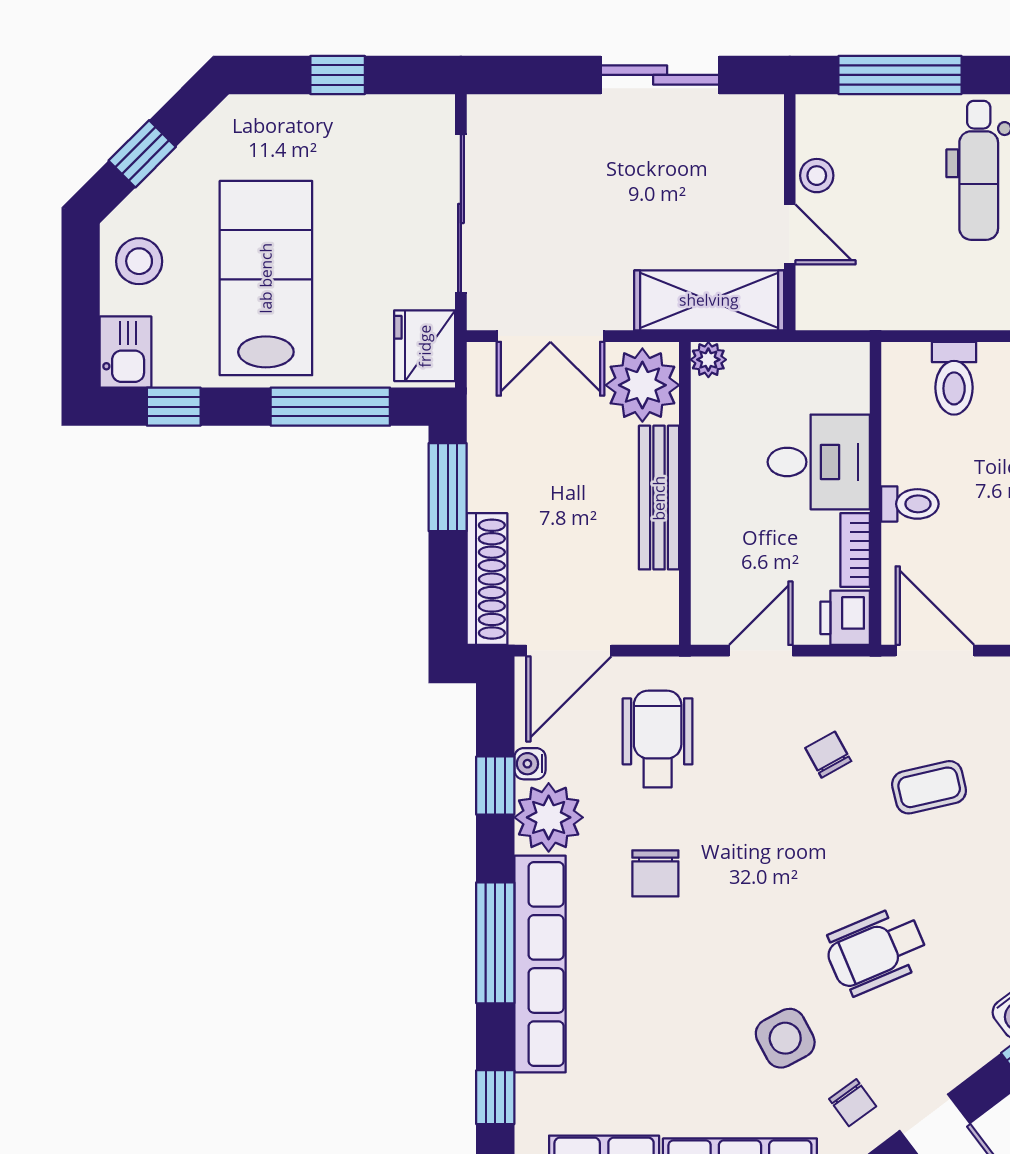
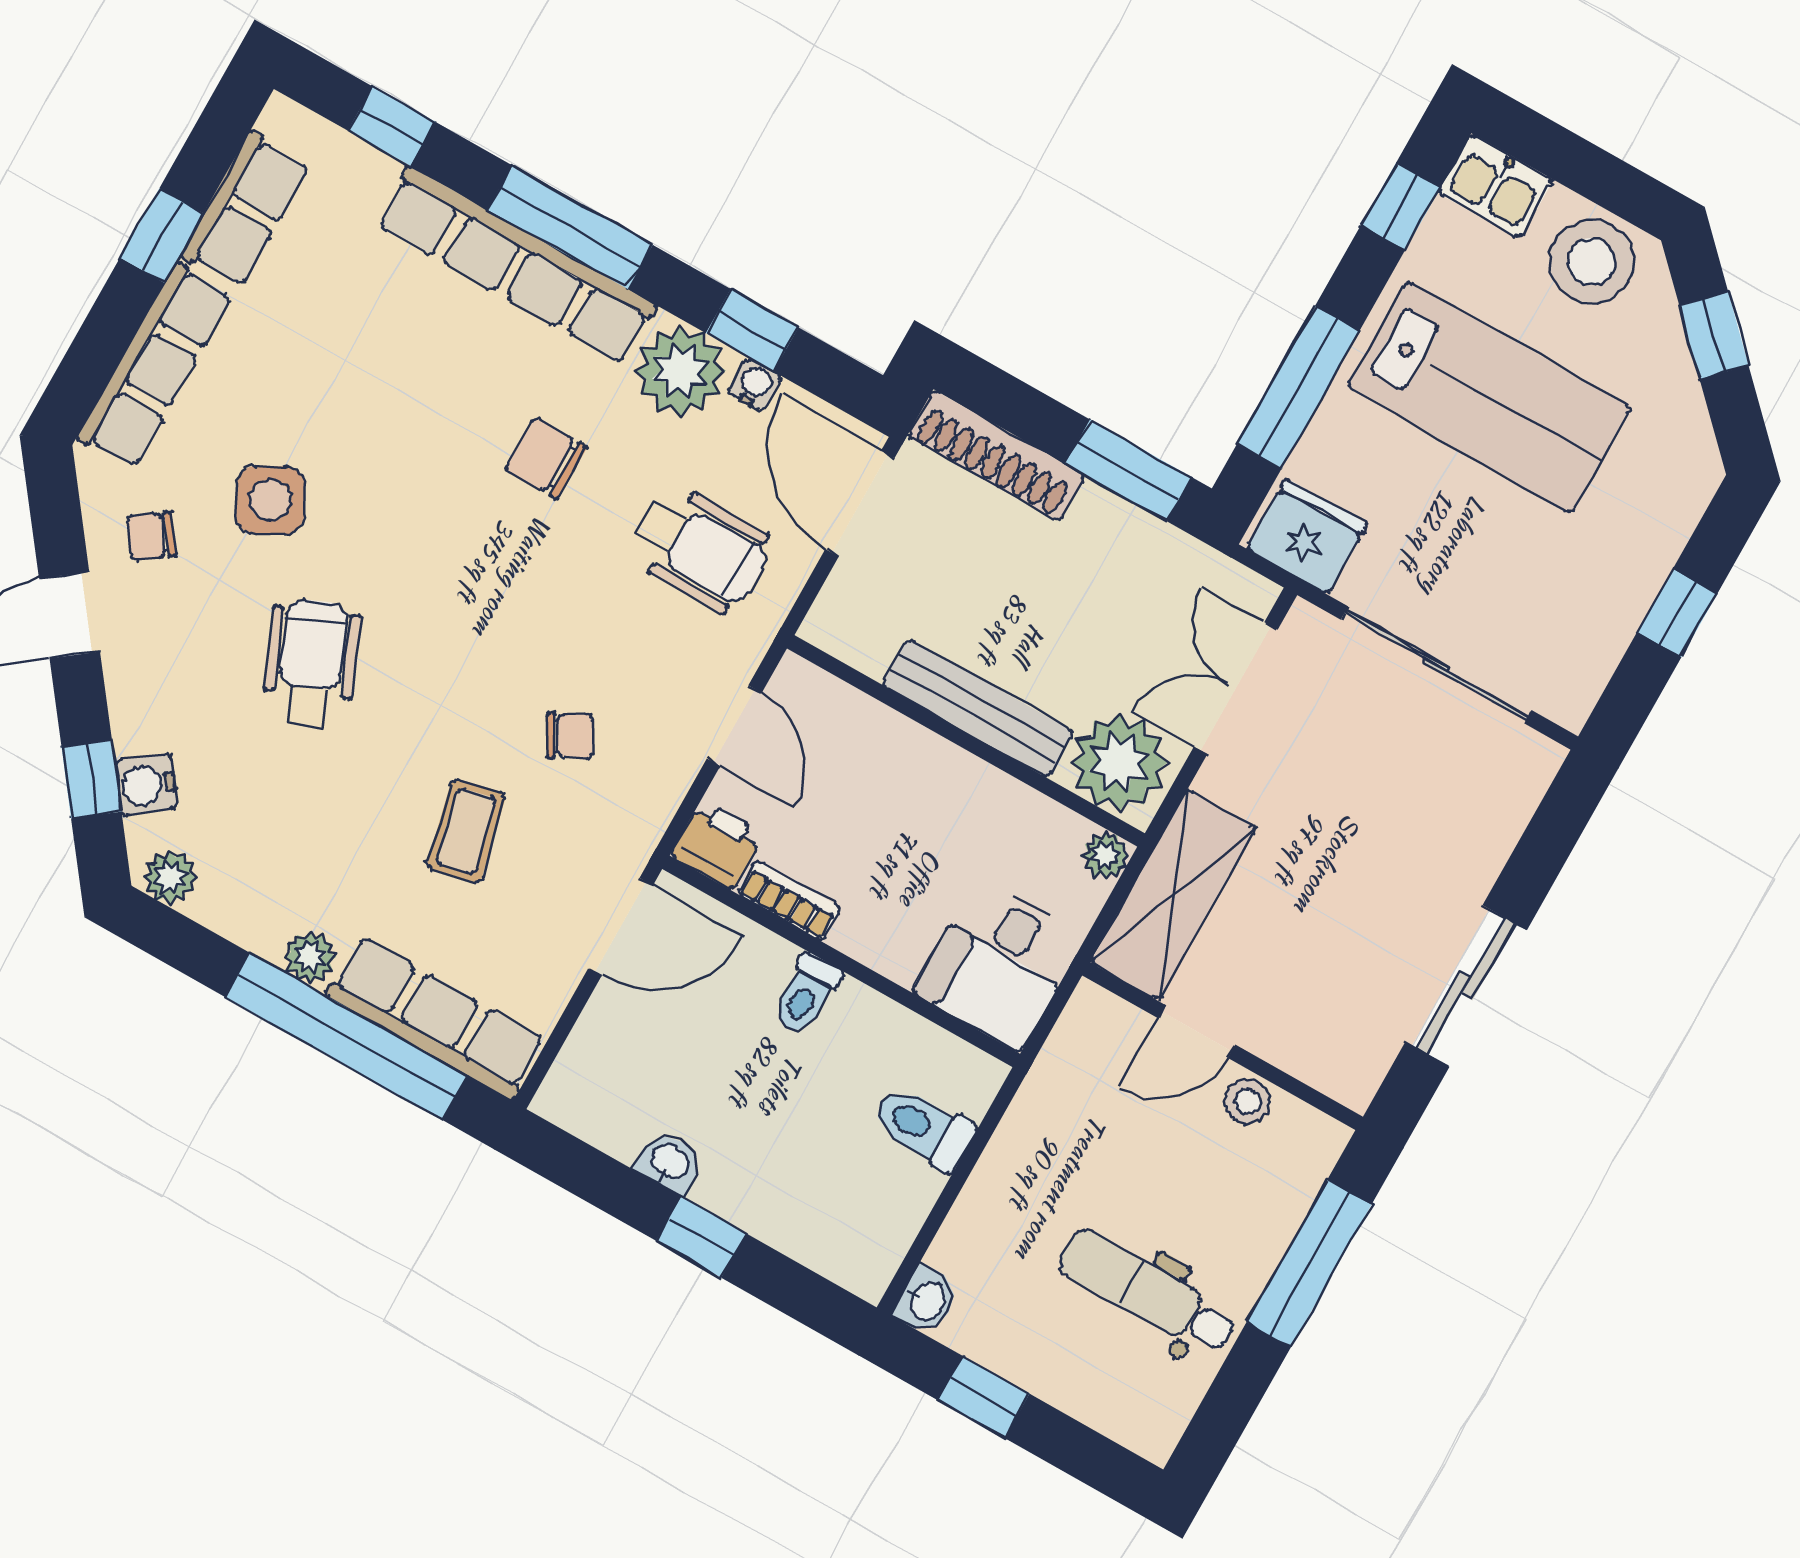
stool: (139, 261) -> (1592, 261), width x1.38, depth x1.38
desk: (819, 462) -> (999, 964), moved

